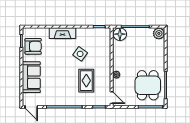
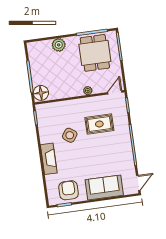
plant: (159, 33) -> (59, 45), moved
dining table: (148, 85) -> (95, 53), turned 90

